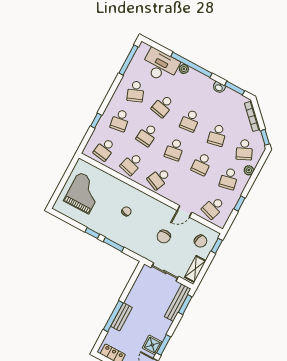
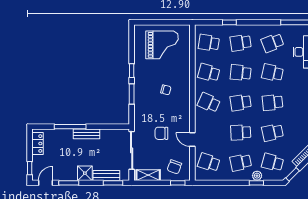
school desk: (244, 150) -> (272, 162), turned 39
window: (239, 203) -> (256, 183), moved
sliding door: (165, 272) -> (132, 150), width x1.37
bench: (178, 303) -> (106, 175), width x0.73
bench: (121, 317) -> (87, 134), moved
shower: (152, 345) -> (85, 173), moved

